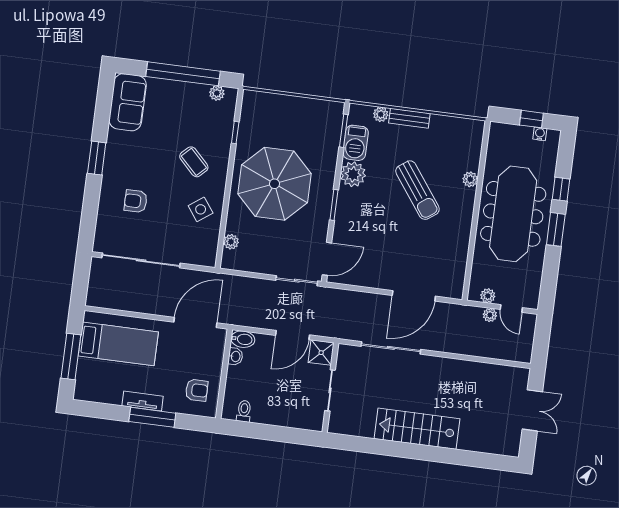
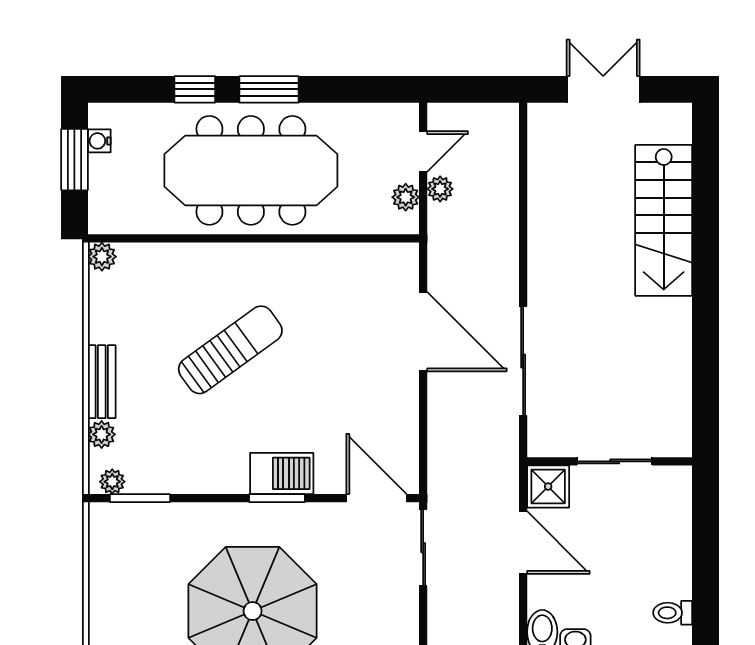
window: (531, 119) -> (74, 160), width x1.50
barbecue: (356, 143) -> (282, 473), moved
plant: (353, 174) -> (112, 482), moved, width x0.53, depth x0.53
plant: (470, 179) -> (102, 257), moved
stairs: (417, 429) -> (664, 220), moved

